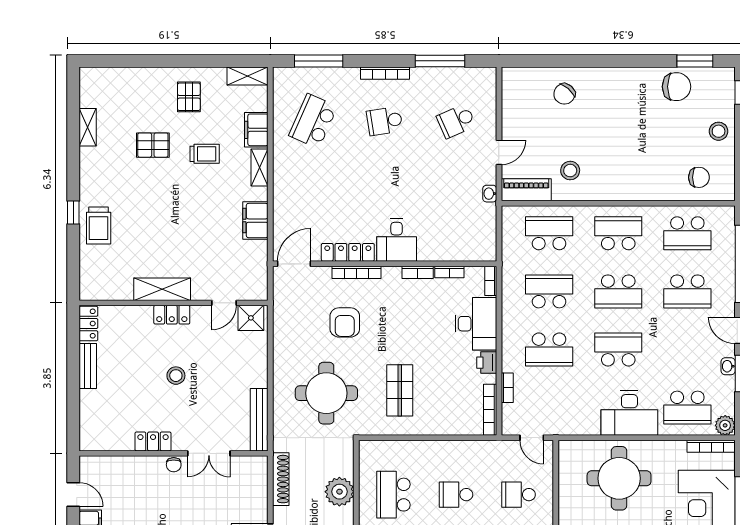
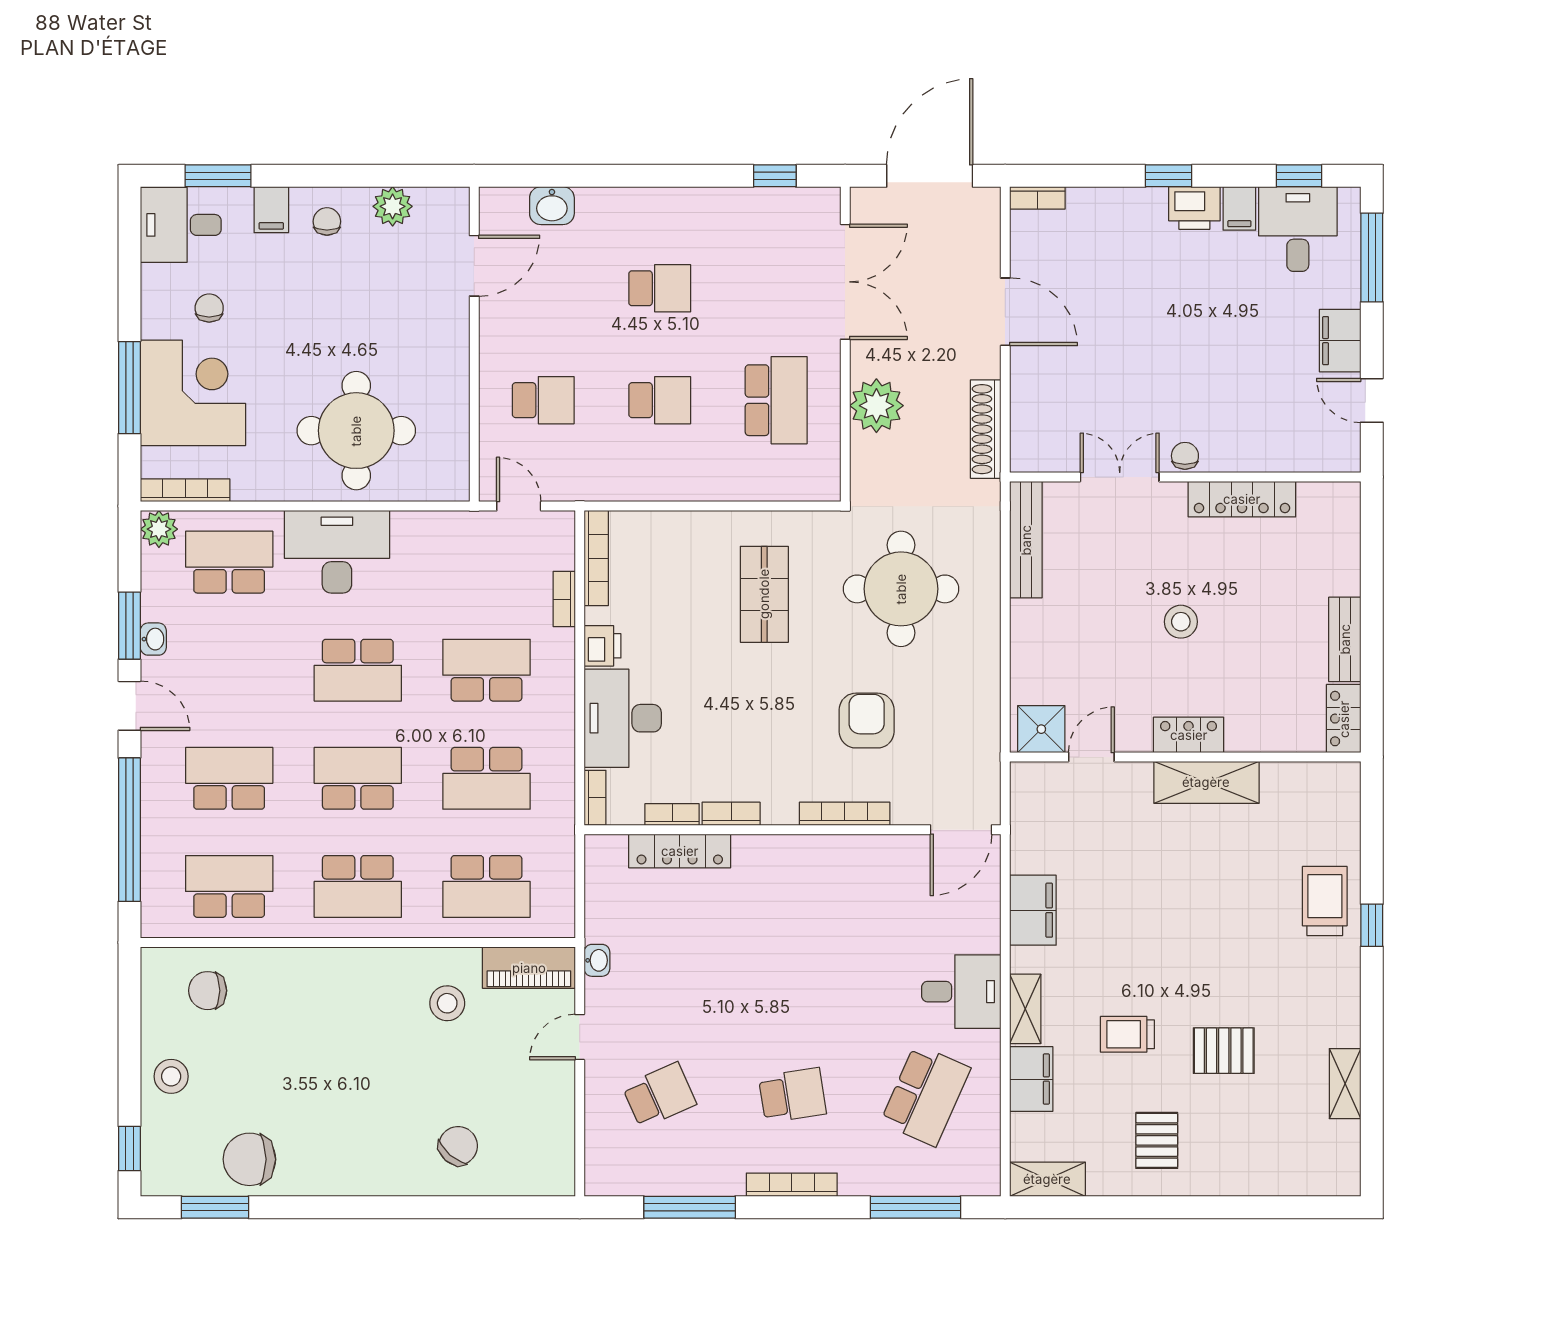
desk: (397, 240) -> (961, 992), moved, turned 90
locker: (348, 252) -> (680, 851), moved
locker: (153, 441) -> (1242, 499), width x1.53

